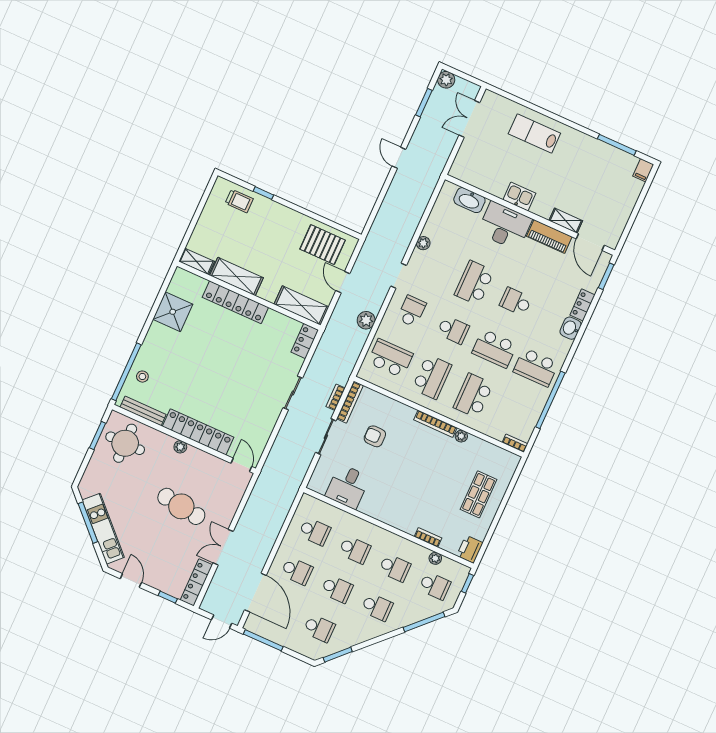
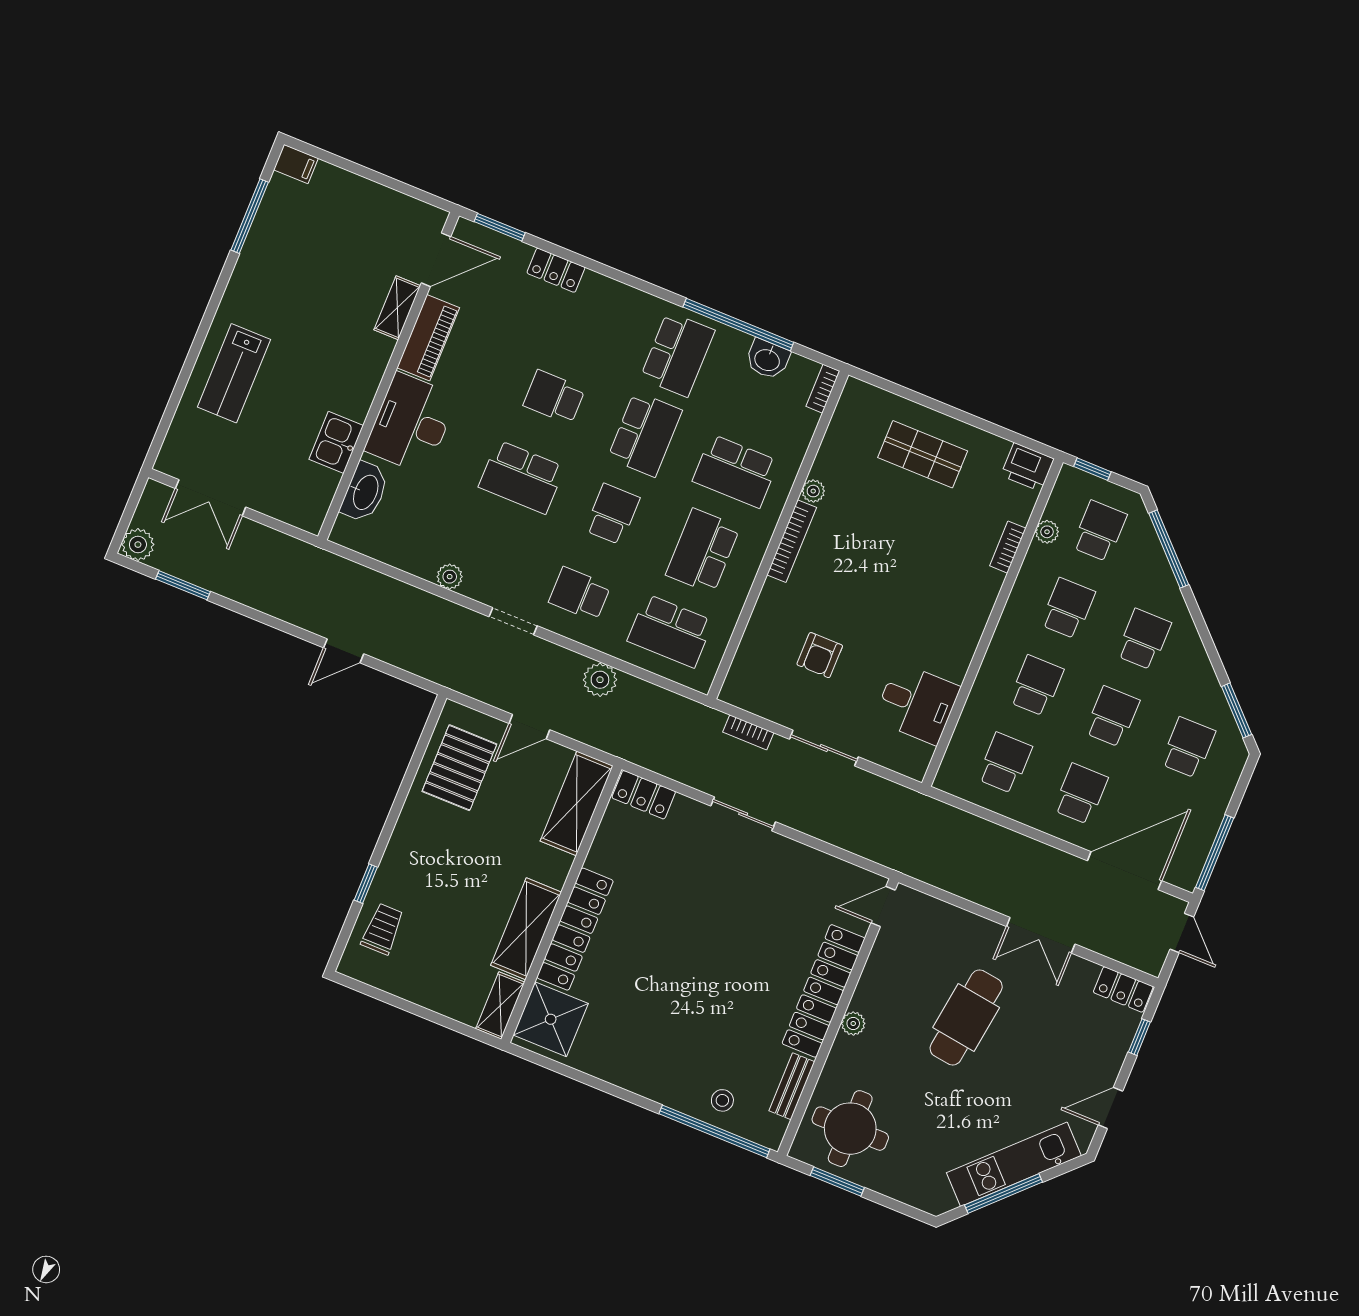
door: (399, 158) -> (344, 651), moved
kitchen sink: (519, 196) -> (336, 442), moved
school desk: (516, 302) -> (554, 397), turned 90
shower: (173, 312) -> (551, 1019), moved
washbasin: (571, 328) -> (767, 359), moved
school desk: (390, 358) -> (670, 631), turned -90
school desk: (432, 377) -> (703, 551), turned -90
bookcase: (350, 402) -> (757, 705), removed
bench: (143, 411) -> (792, 1086), width x0.73
locker: (196, 582) -> (1123, 989), width x0.66

